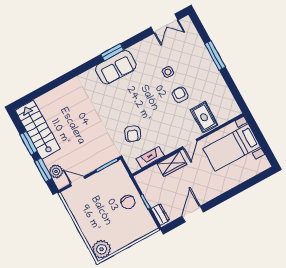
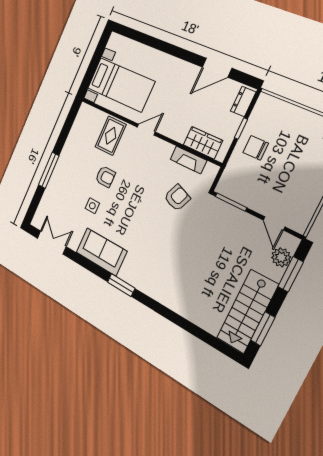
window: (112, 52) -> (121, 285), moved
sofa: (116, 67) -> (101, 252), moved
armchair: (180, 95) -> (105, 177), turned -90
window: (29, 143) -> (263, 329), moved
wardrobe: (172, 164) -> (203, 143), moved
chair: (128, 202) -> (256, 148), turned -90

